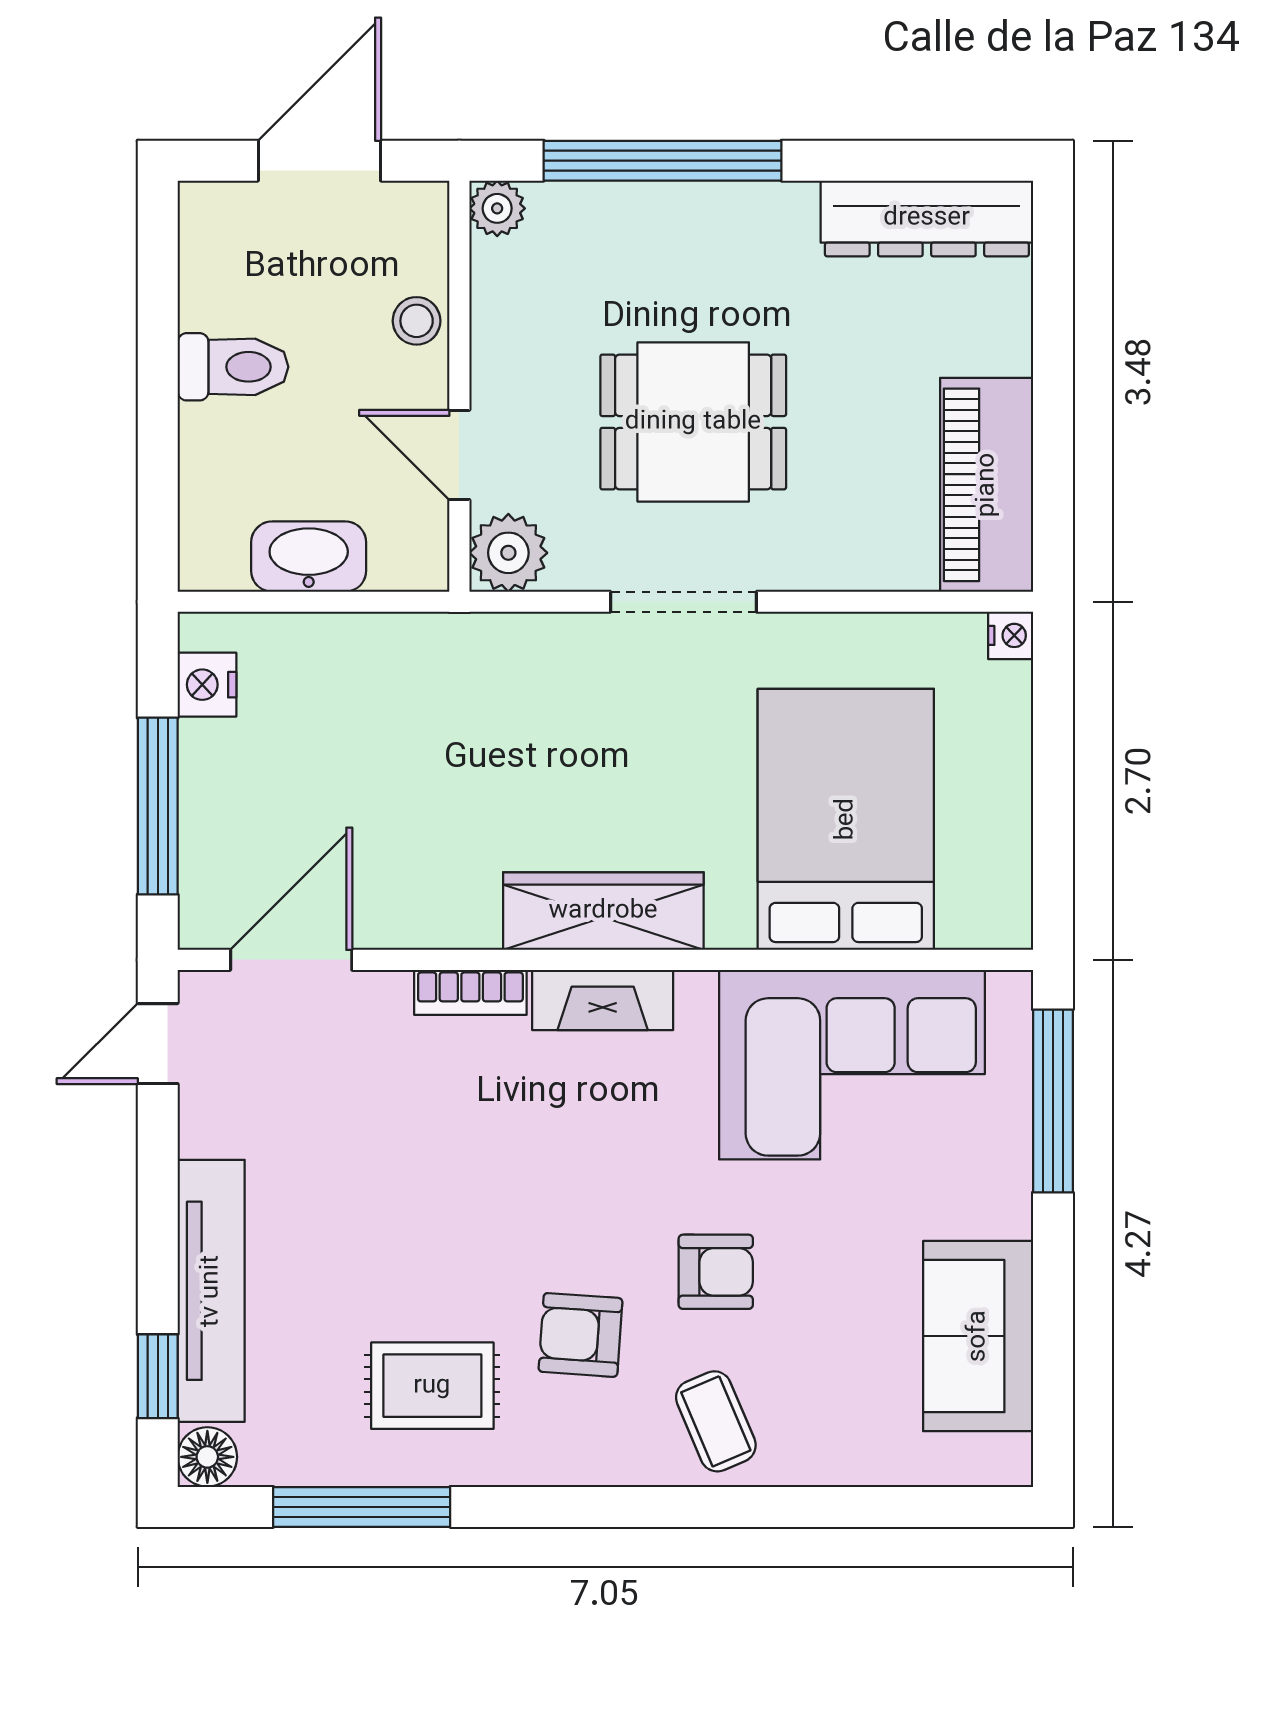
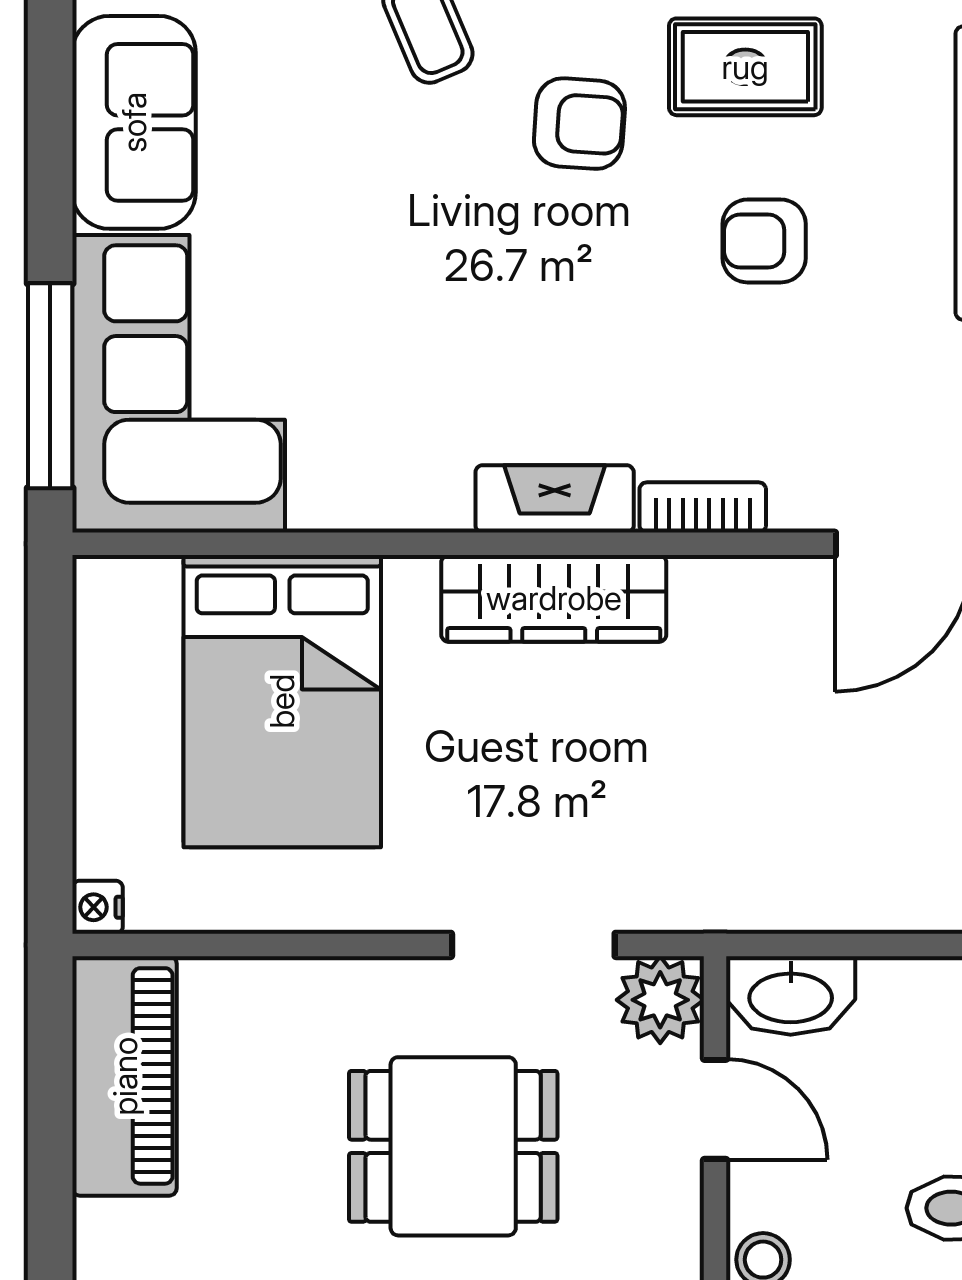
washbasin: (309, 557) -> (791, 996), moved
doorway: (683, 602) -> (533, 945), moved
corner sofa: (852, 1065) -> (179, 384), moved, turned 90
armchair: (716, 1272) -> (764, 241), moved

